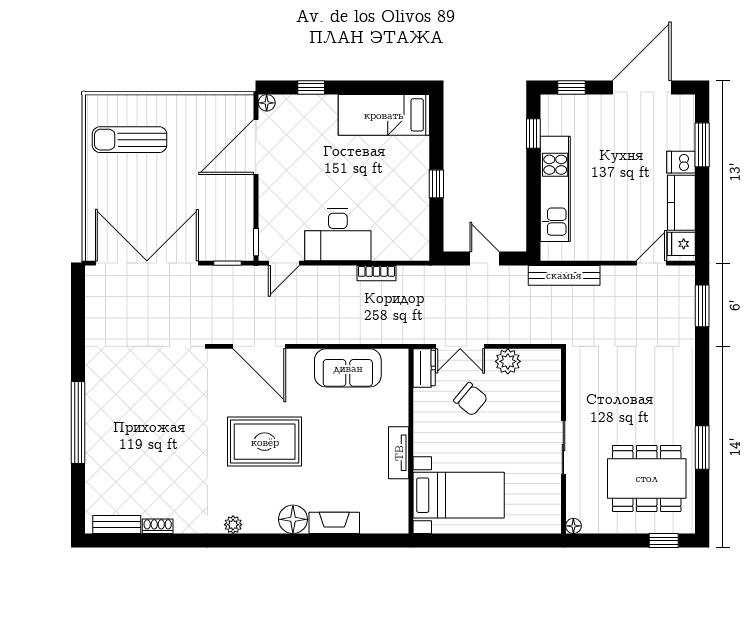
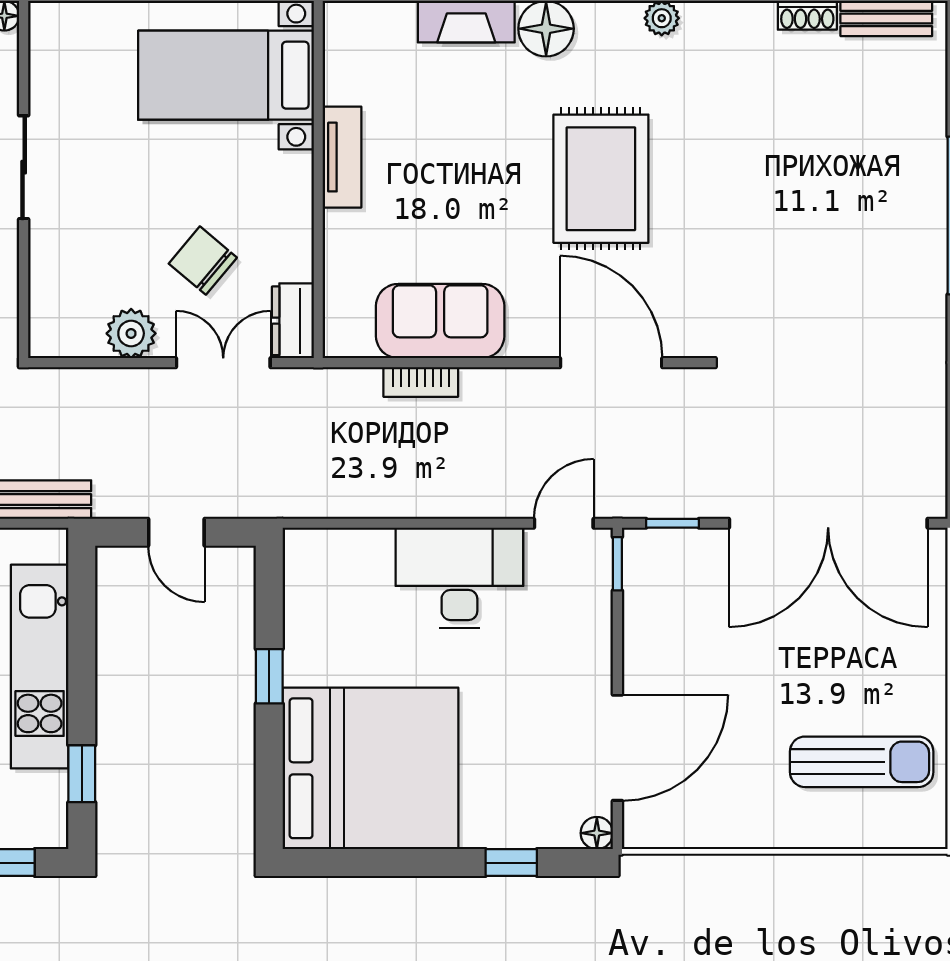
bed: (384, 115) -> (370, 768), width x2.04
bookcase: (377, 273) -> (421, 382), moved, turned 180
rug: (265, 442) -> (601, 179), turned 90

